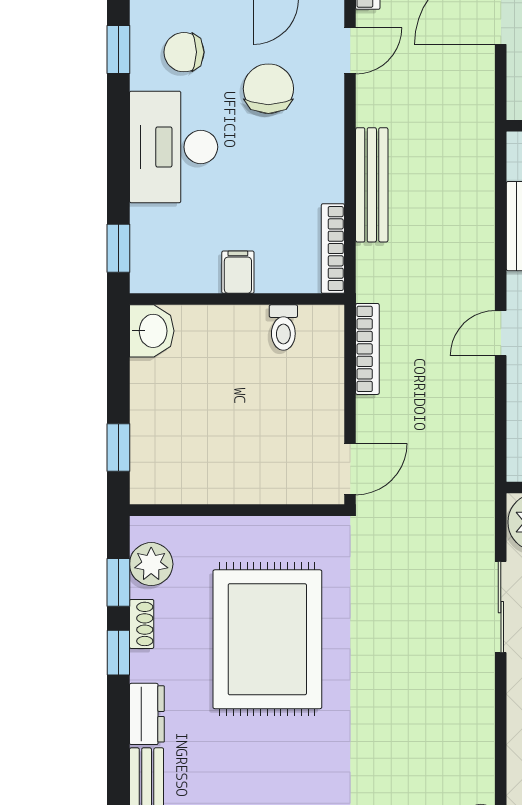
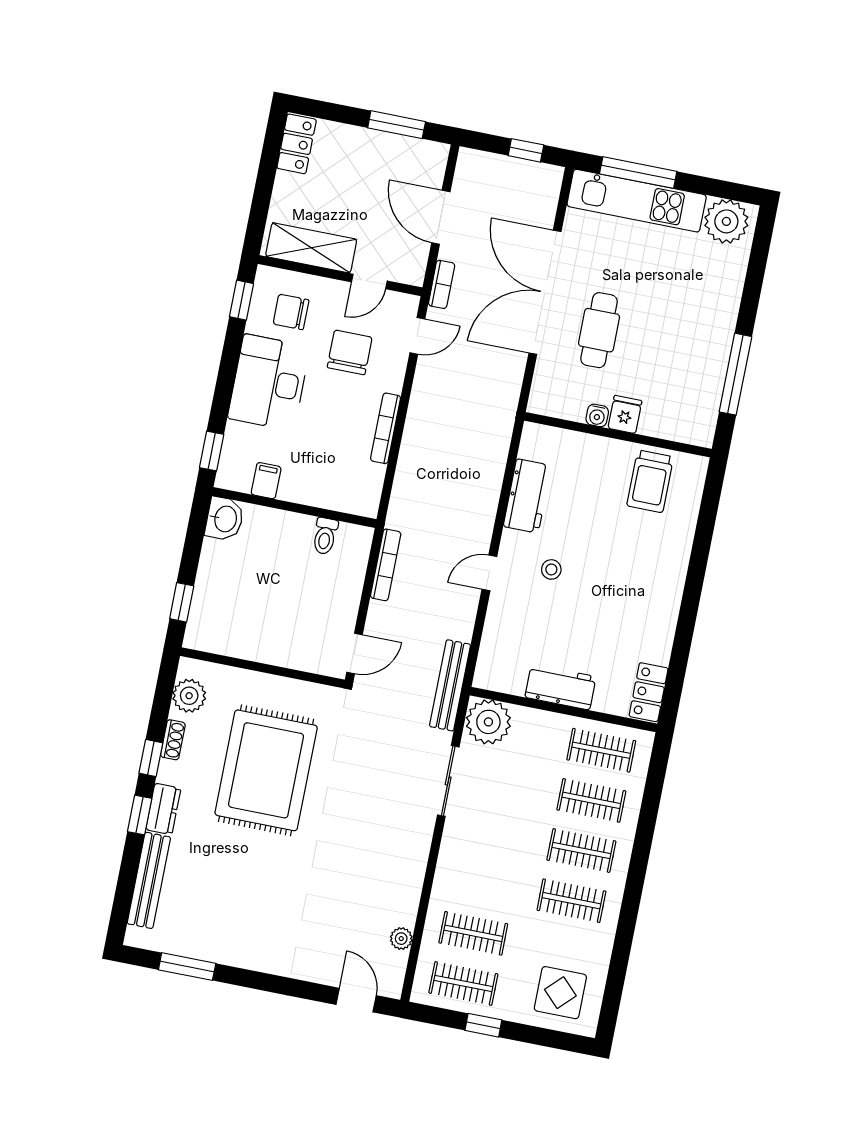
bench: (372, 185) -> (450, 685), moved
bookcase: (333, 249) -> (386, 428), moved
filing cabinet: (238, 272) -> (266, 481), moved
window: (118, 582) -> (140, 815), moved

